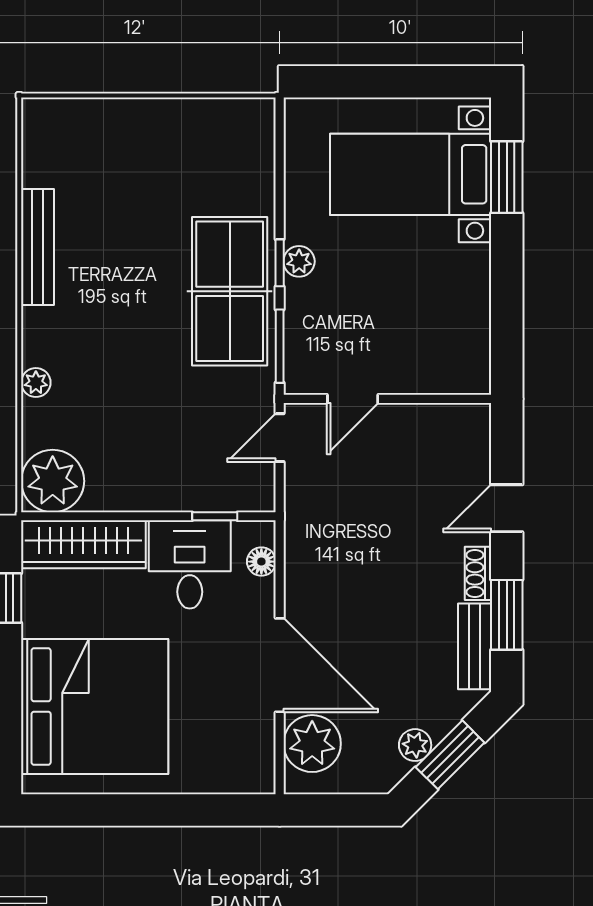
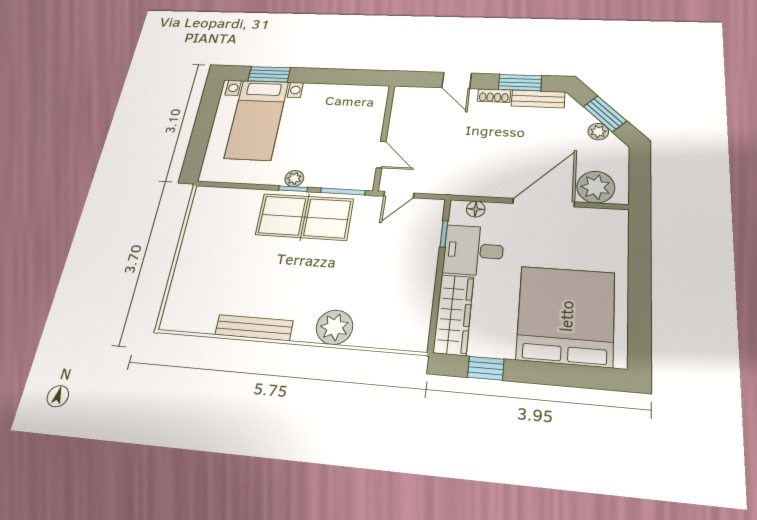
plant: (36, 383) -> (335, 327), width x1.88, depth x1.88
door: (280, 438) -> (399, 195), hinge flipped
plant: (53, 481) -> (409, 331), removed

